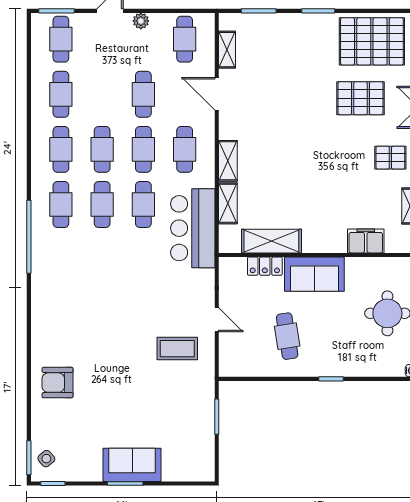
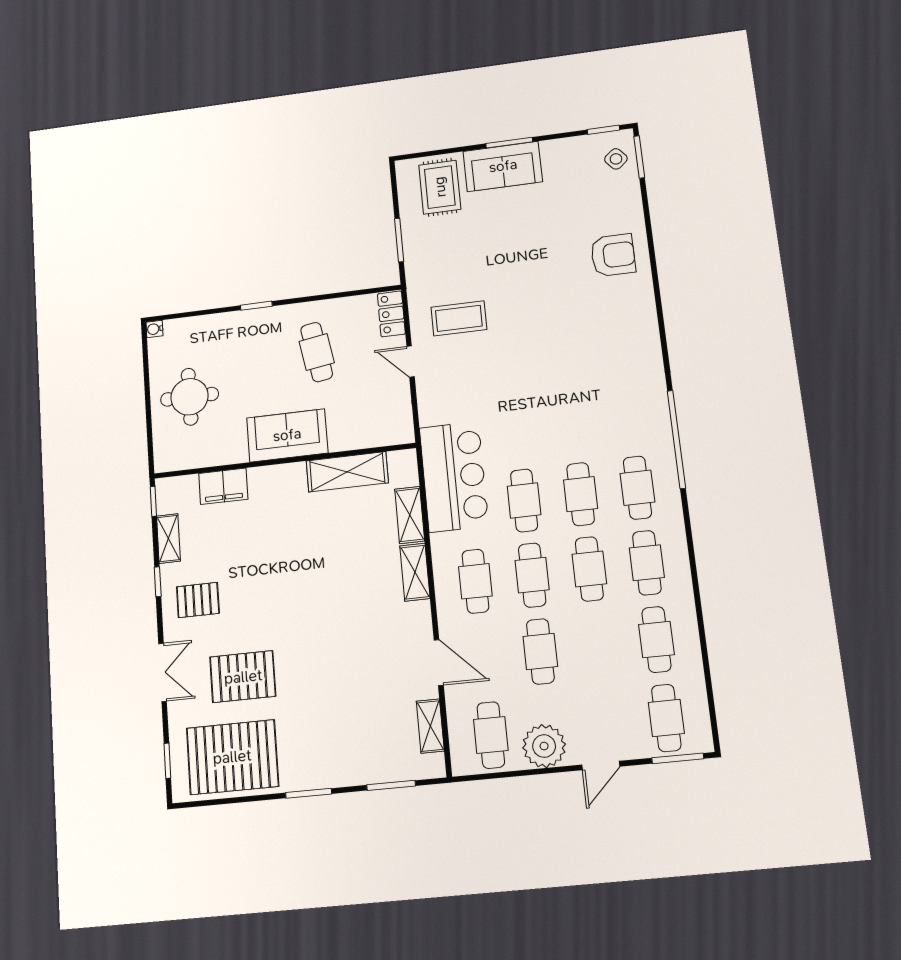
plant: (141, 21) -> (544, 746), width x1.88, depth x1.88
locker: (265, 266) -> (391, 314), moved, turned -90
rug: (182, 455) -> (440, 187), added

